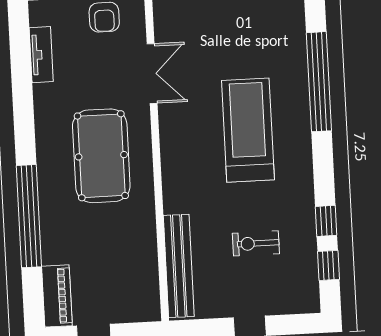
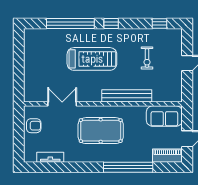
treadmill: (248, 130) -> (92, 59), turned 180
window: (326, 221) -> (111, 23), moved
bench: (179, 266) -> (127, 96), moved
sofa: (138, 285) -> (164, 116), added

